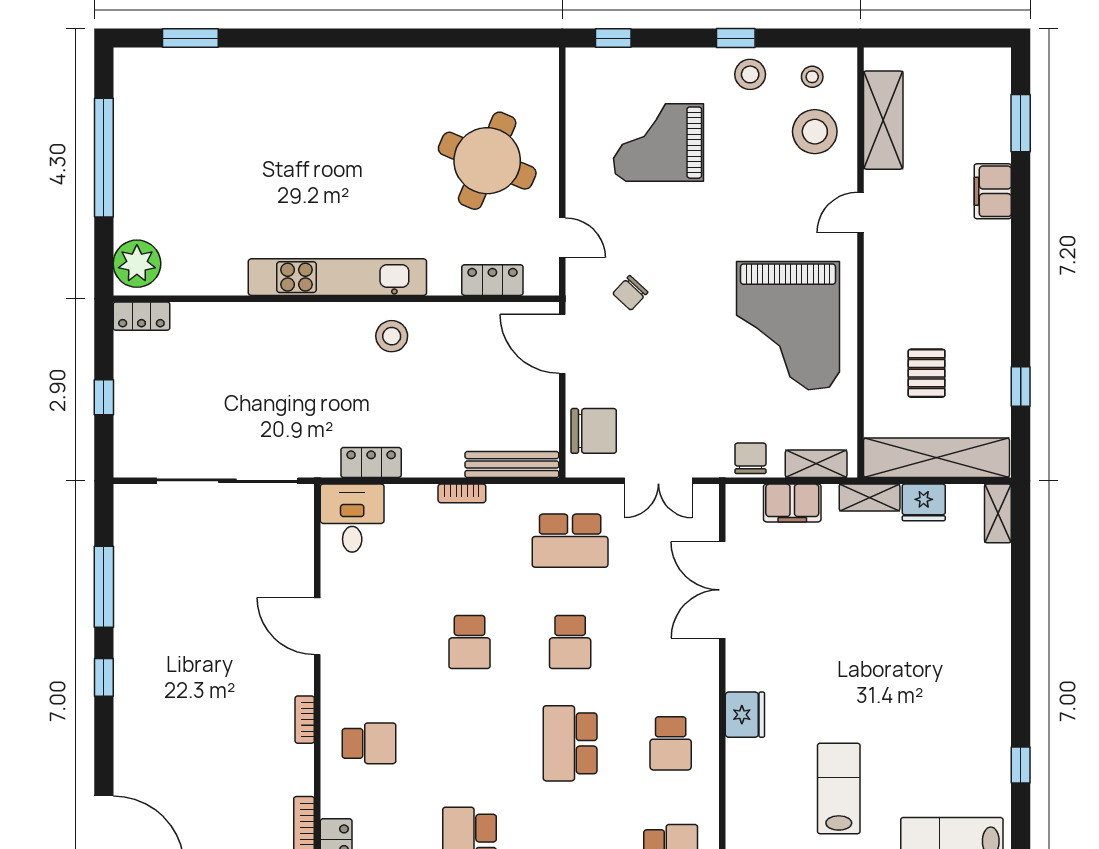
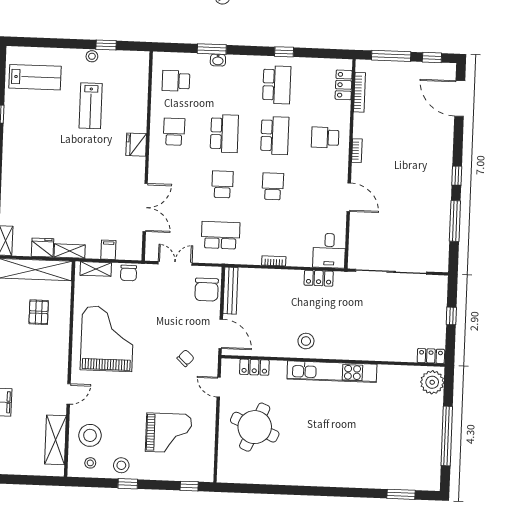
chair: (594, 431) -> (207, 290), turned -90
bench: (512, 465) -> (230, 291), moved, turned 90
filing cabinet: (792, 503) -> (108, 250), width x0.50
school desk: (470, 743) -> (275, 136), added

